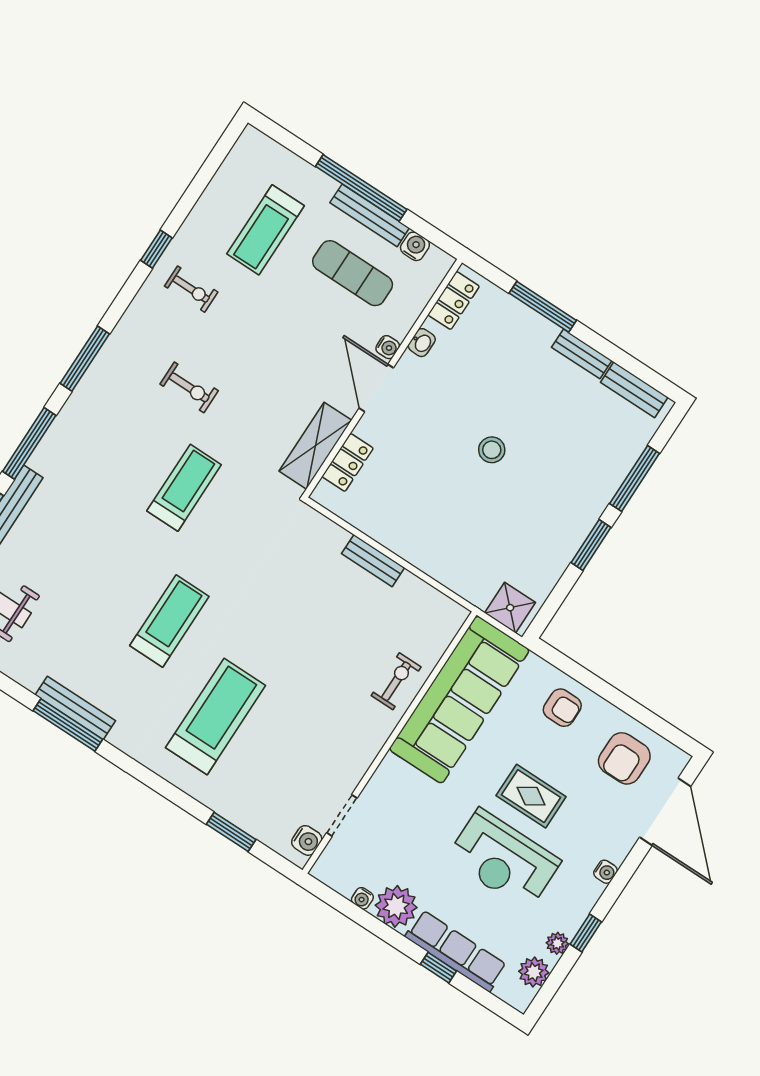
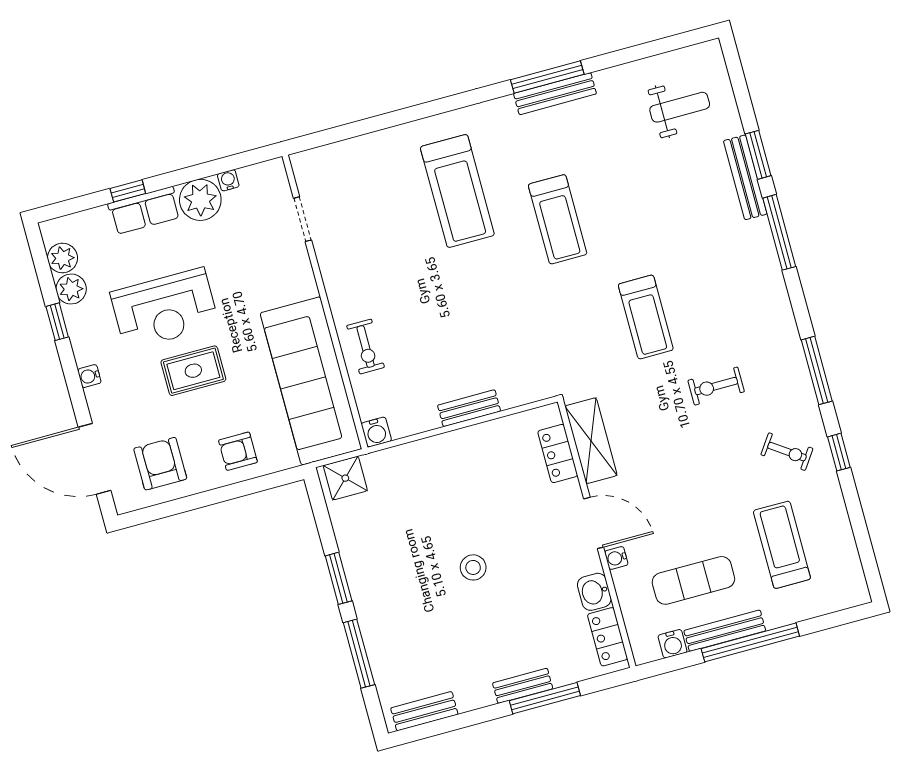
exercise bike: (191, 289) -> (787, 452), turned -145
washbasin: (422, 343) -> (594, 592), width x1.38, depth x1.45
bench: (582, 354) -> (523, 686), moved
window: (85, 359) -> (817, 370), moved
window: (231, 832) -> (362, 127), removed
water cooler: (307, 840) -> (376, 432), moved, turned -90
reception desk: (503, 860) -> (165, 309), turned 180
plant: (557, 943) -> (71, 289), width x1.38, depth x1.38
row of seats: (456, 951) -> (144, 210), width x0.68

